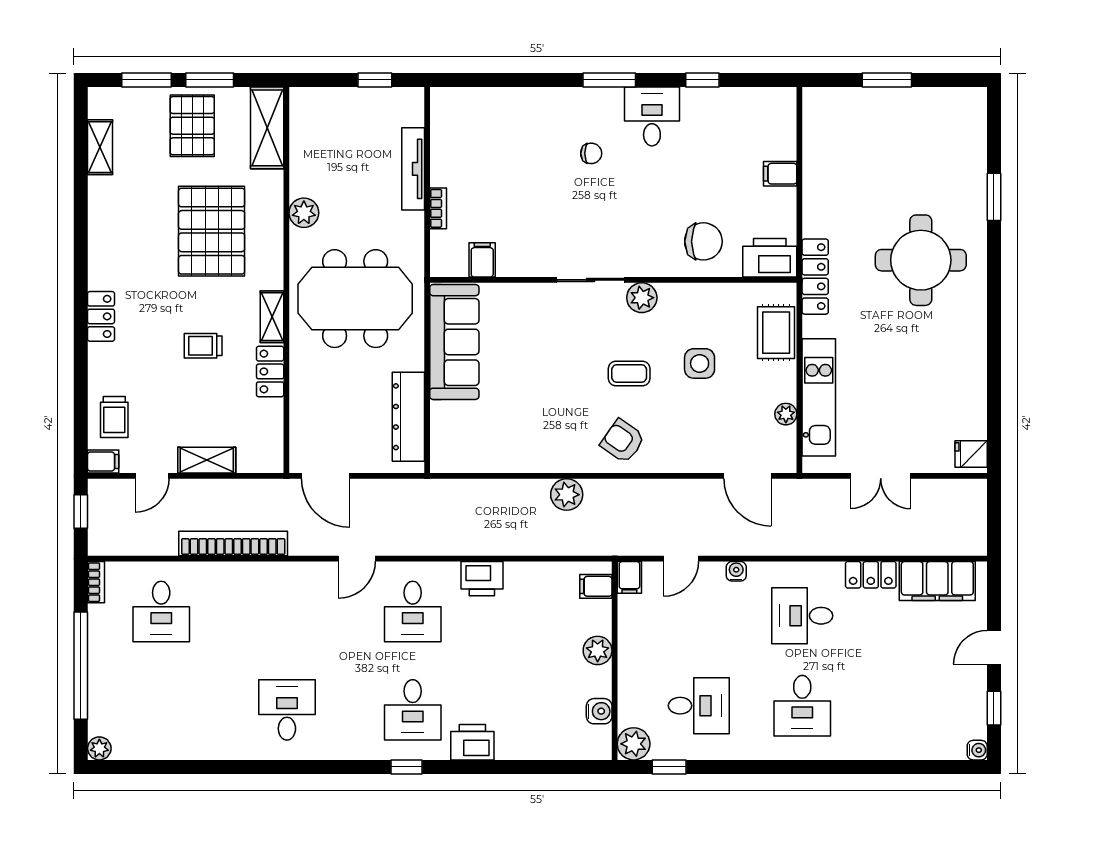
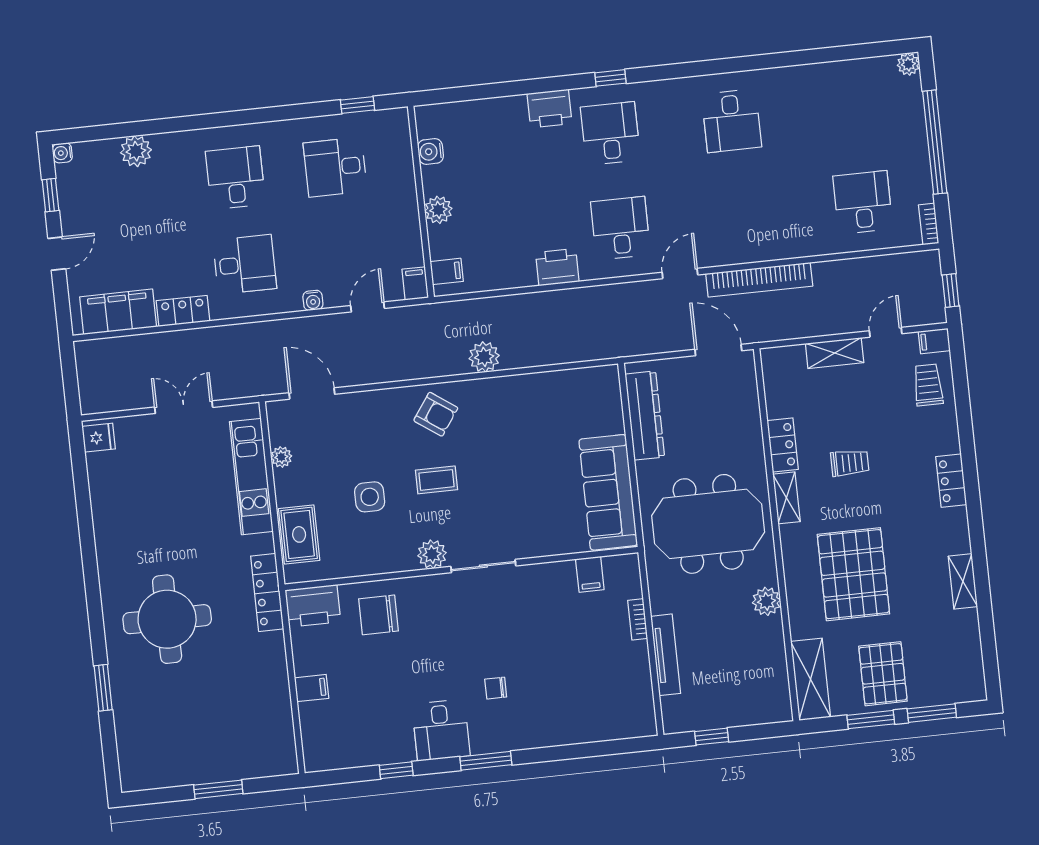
shelving: (100, 147) -> (963, 581), moved
bookcase: (233, 544) -> (759, 280), moved
plant: (634, 744) -> (136, 151), moved

